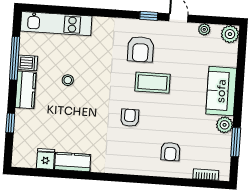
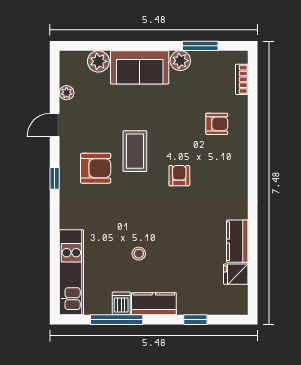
window: (149, 16) -> (55, 178), moved
plant: (230, 34) -> (98, 61), moved
armchair: (130, 118) -> (179, 176), turned 90

